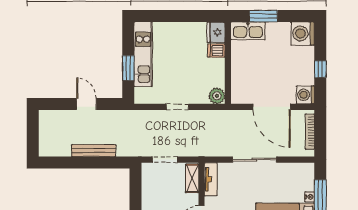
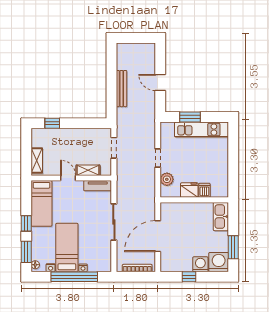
window: (263, 16) -> (233, 247), moved
fridge: (216, 32) -> (189, 190), moved
washing machine: (305, 95) -> (200, 264), moved
plant: (217, 96) -> (167, 179), moved
door: (87, 104) -> (160, 83), swing flipped
shelving: (192, 178) -> (88, 170), moved

